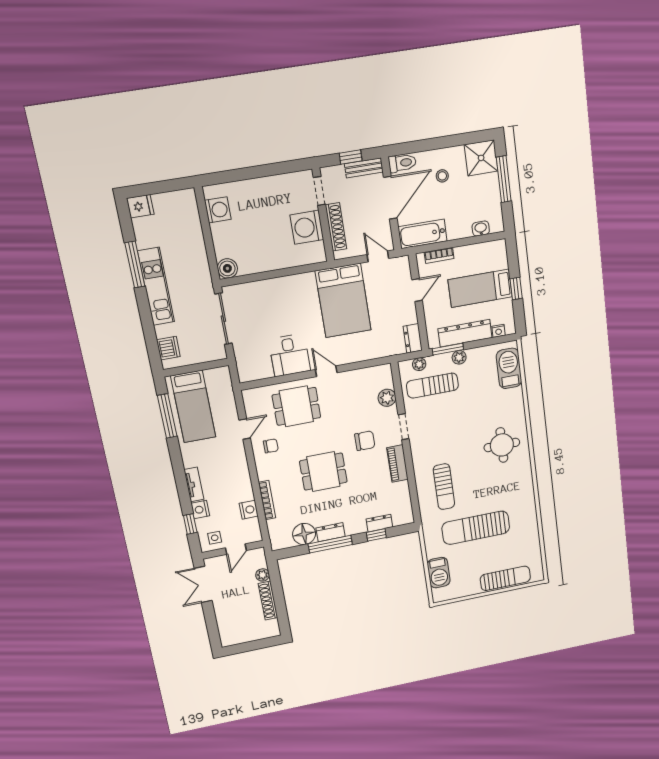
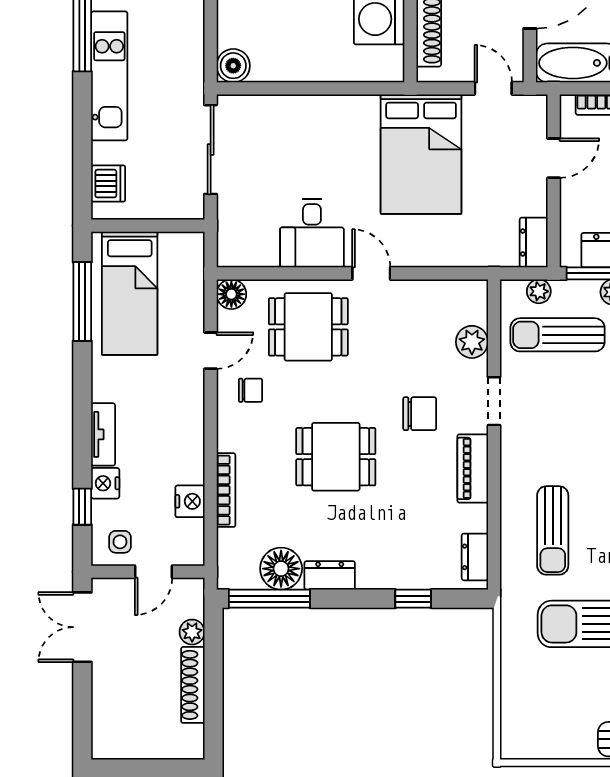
floor lamp: (251, 397) -> (231, 294), added
dresser: (379, 523) -> (475, 557), moved, turned -90
window: (330, 544) -> (269, 599), moved
barbecue: (439, 573) -> (520, 699), removed

